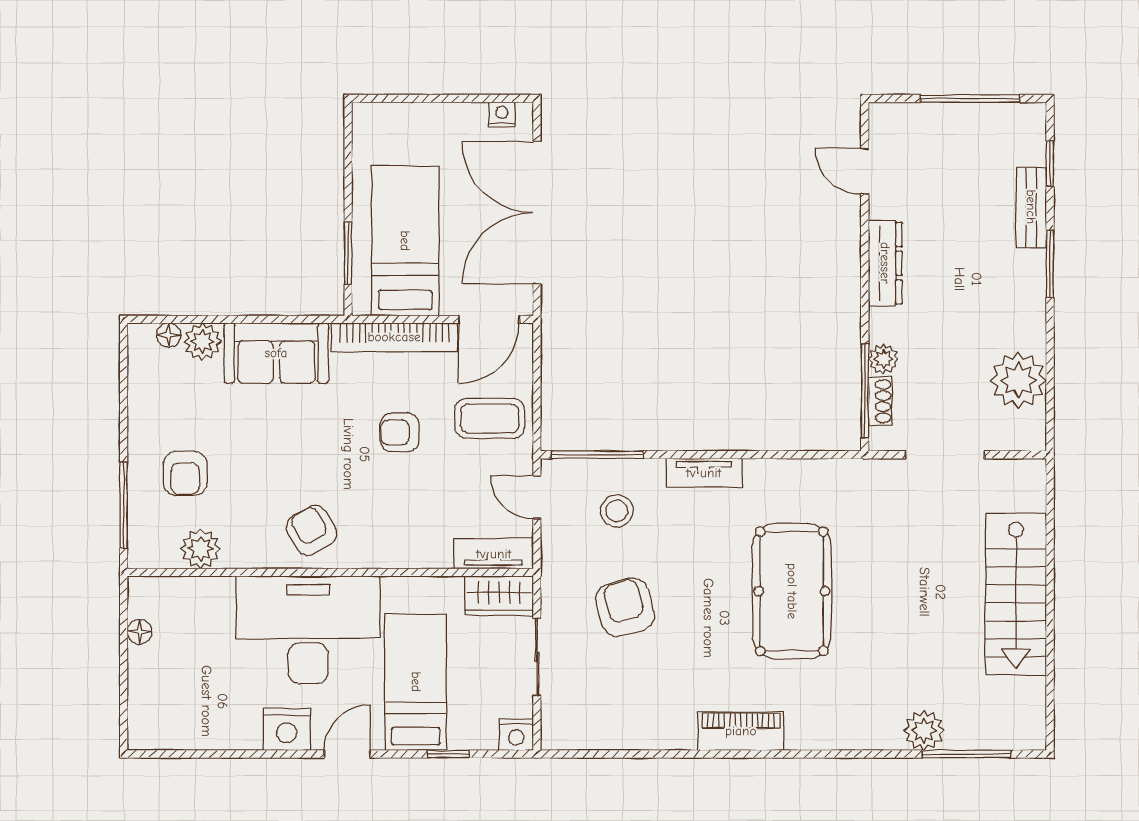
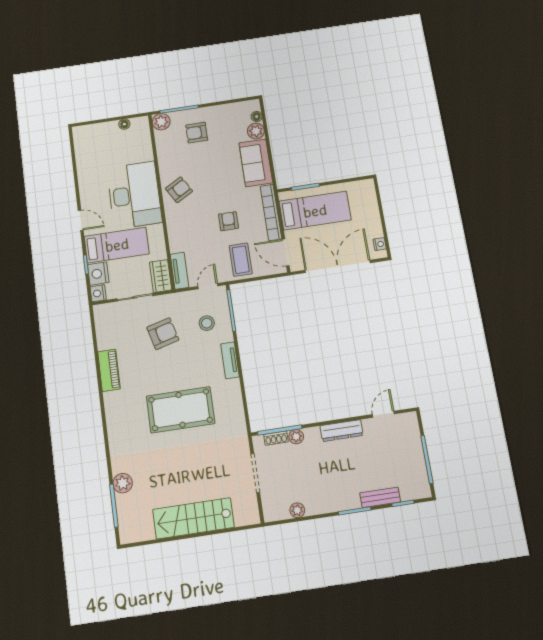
plant: (1018, 380) -> (297, 510), width x0.53, depth x0.53
plant: (201, 549) -> (161, 122), moved
nightstand: (287, 729) -> (98, 274), moved
piano: (741, 731) -> (109, 370), moved

